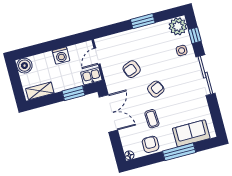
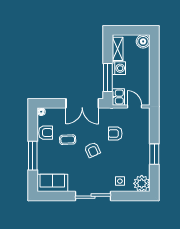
window: (195, 35) -> (130, 196), removed
washing machine: (61, 56) -> (119, 68), moved, turned 180
armchair: (132, 69) -> (115, 134), turned -69
window: (73, 93) -> (108, 78), width x1.44
sofa: (191, 133) -> (52, 183), moved, turned -90

